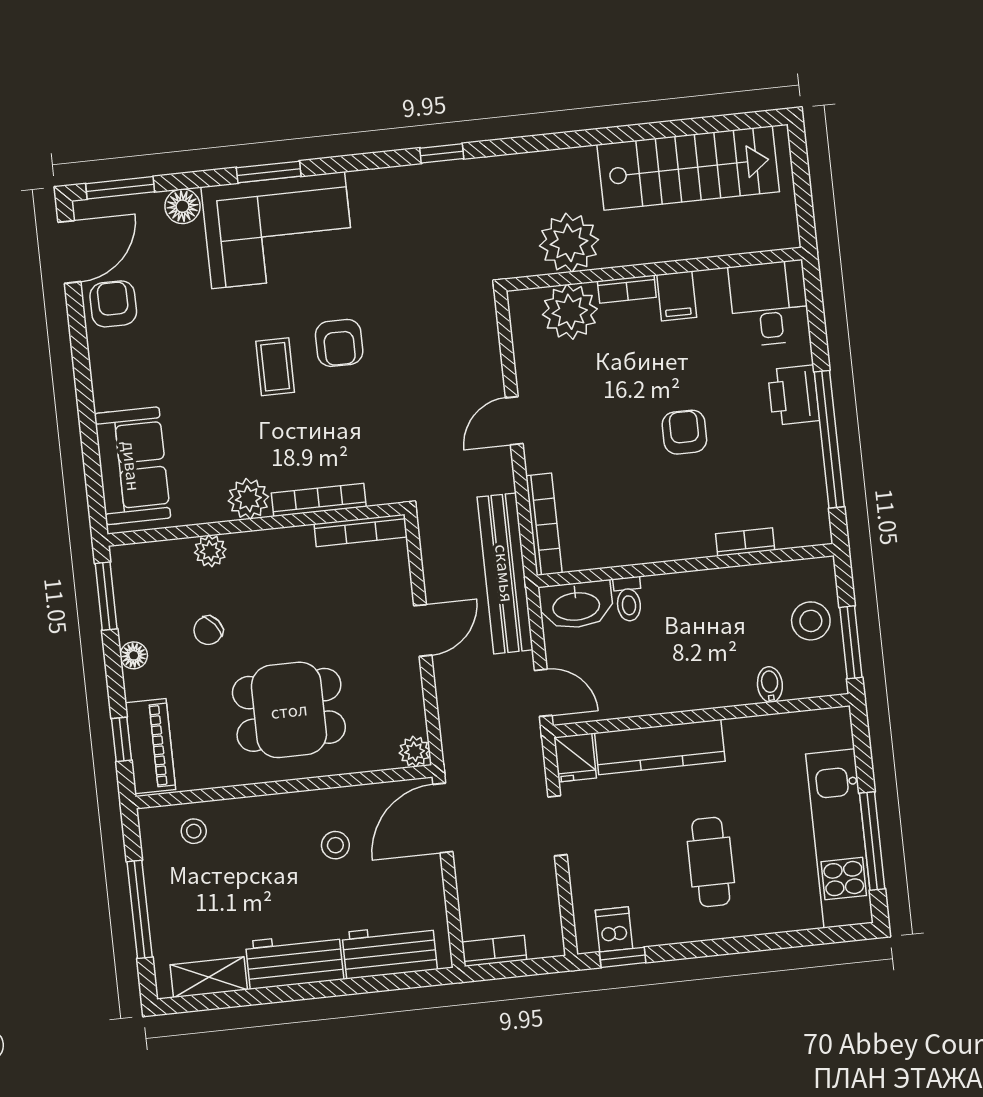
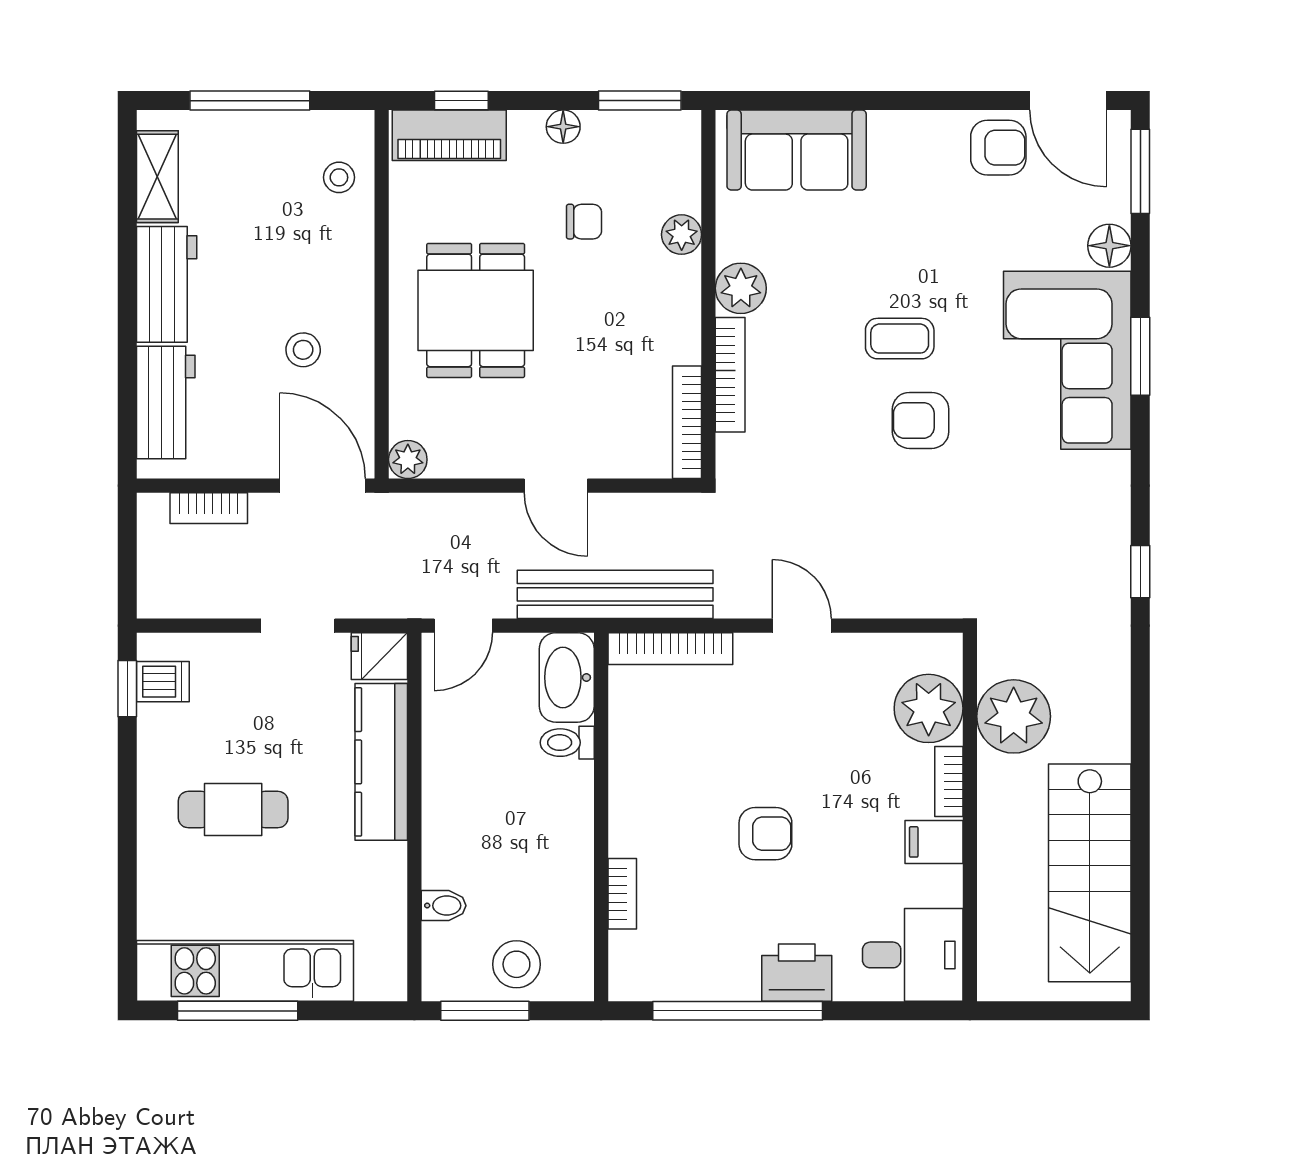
chair: (208, 630) -> (584, 222), turned 128
bookcase: (494, 951) -> (209, 508), moved, turned 90

